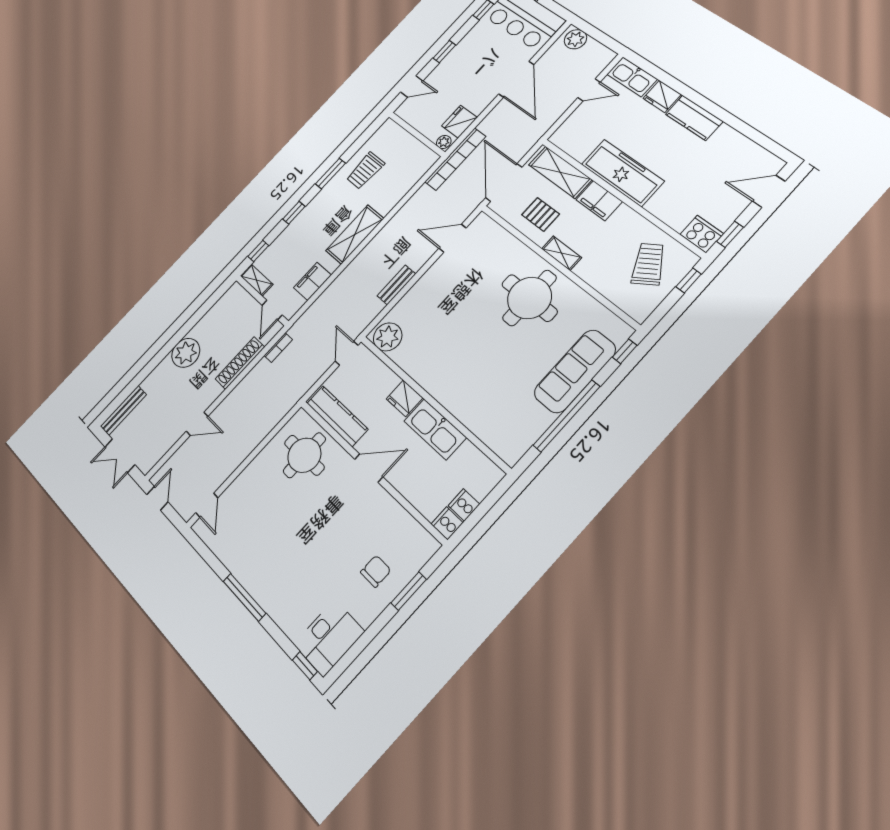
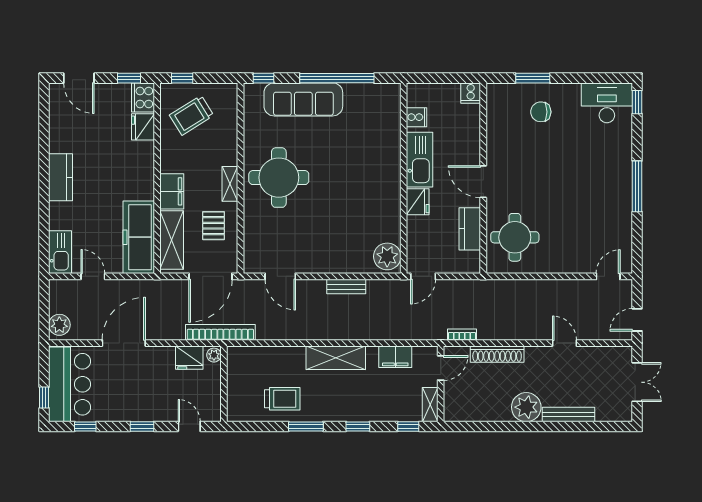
fridge: (662, 96) -> (143, 127), moved, turned 180
freezer: (623, 173) -> (139, 237), moved
bench: (123, 410) -> (569, 415), moved
kitchen counter: (337, 416) -> (470, 229), width x0.67
cooker: (464, 505) -> (416, 117), moved, turned -90

